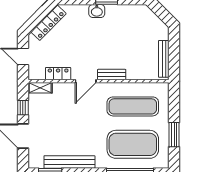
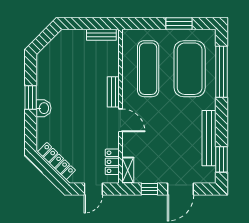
bench: (164, 59) -> (101, 35), width x0.73
locker: (58, 74) -> (112, 162), moved

